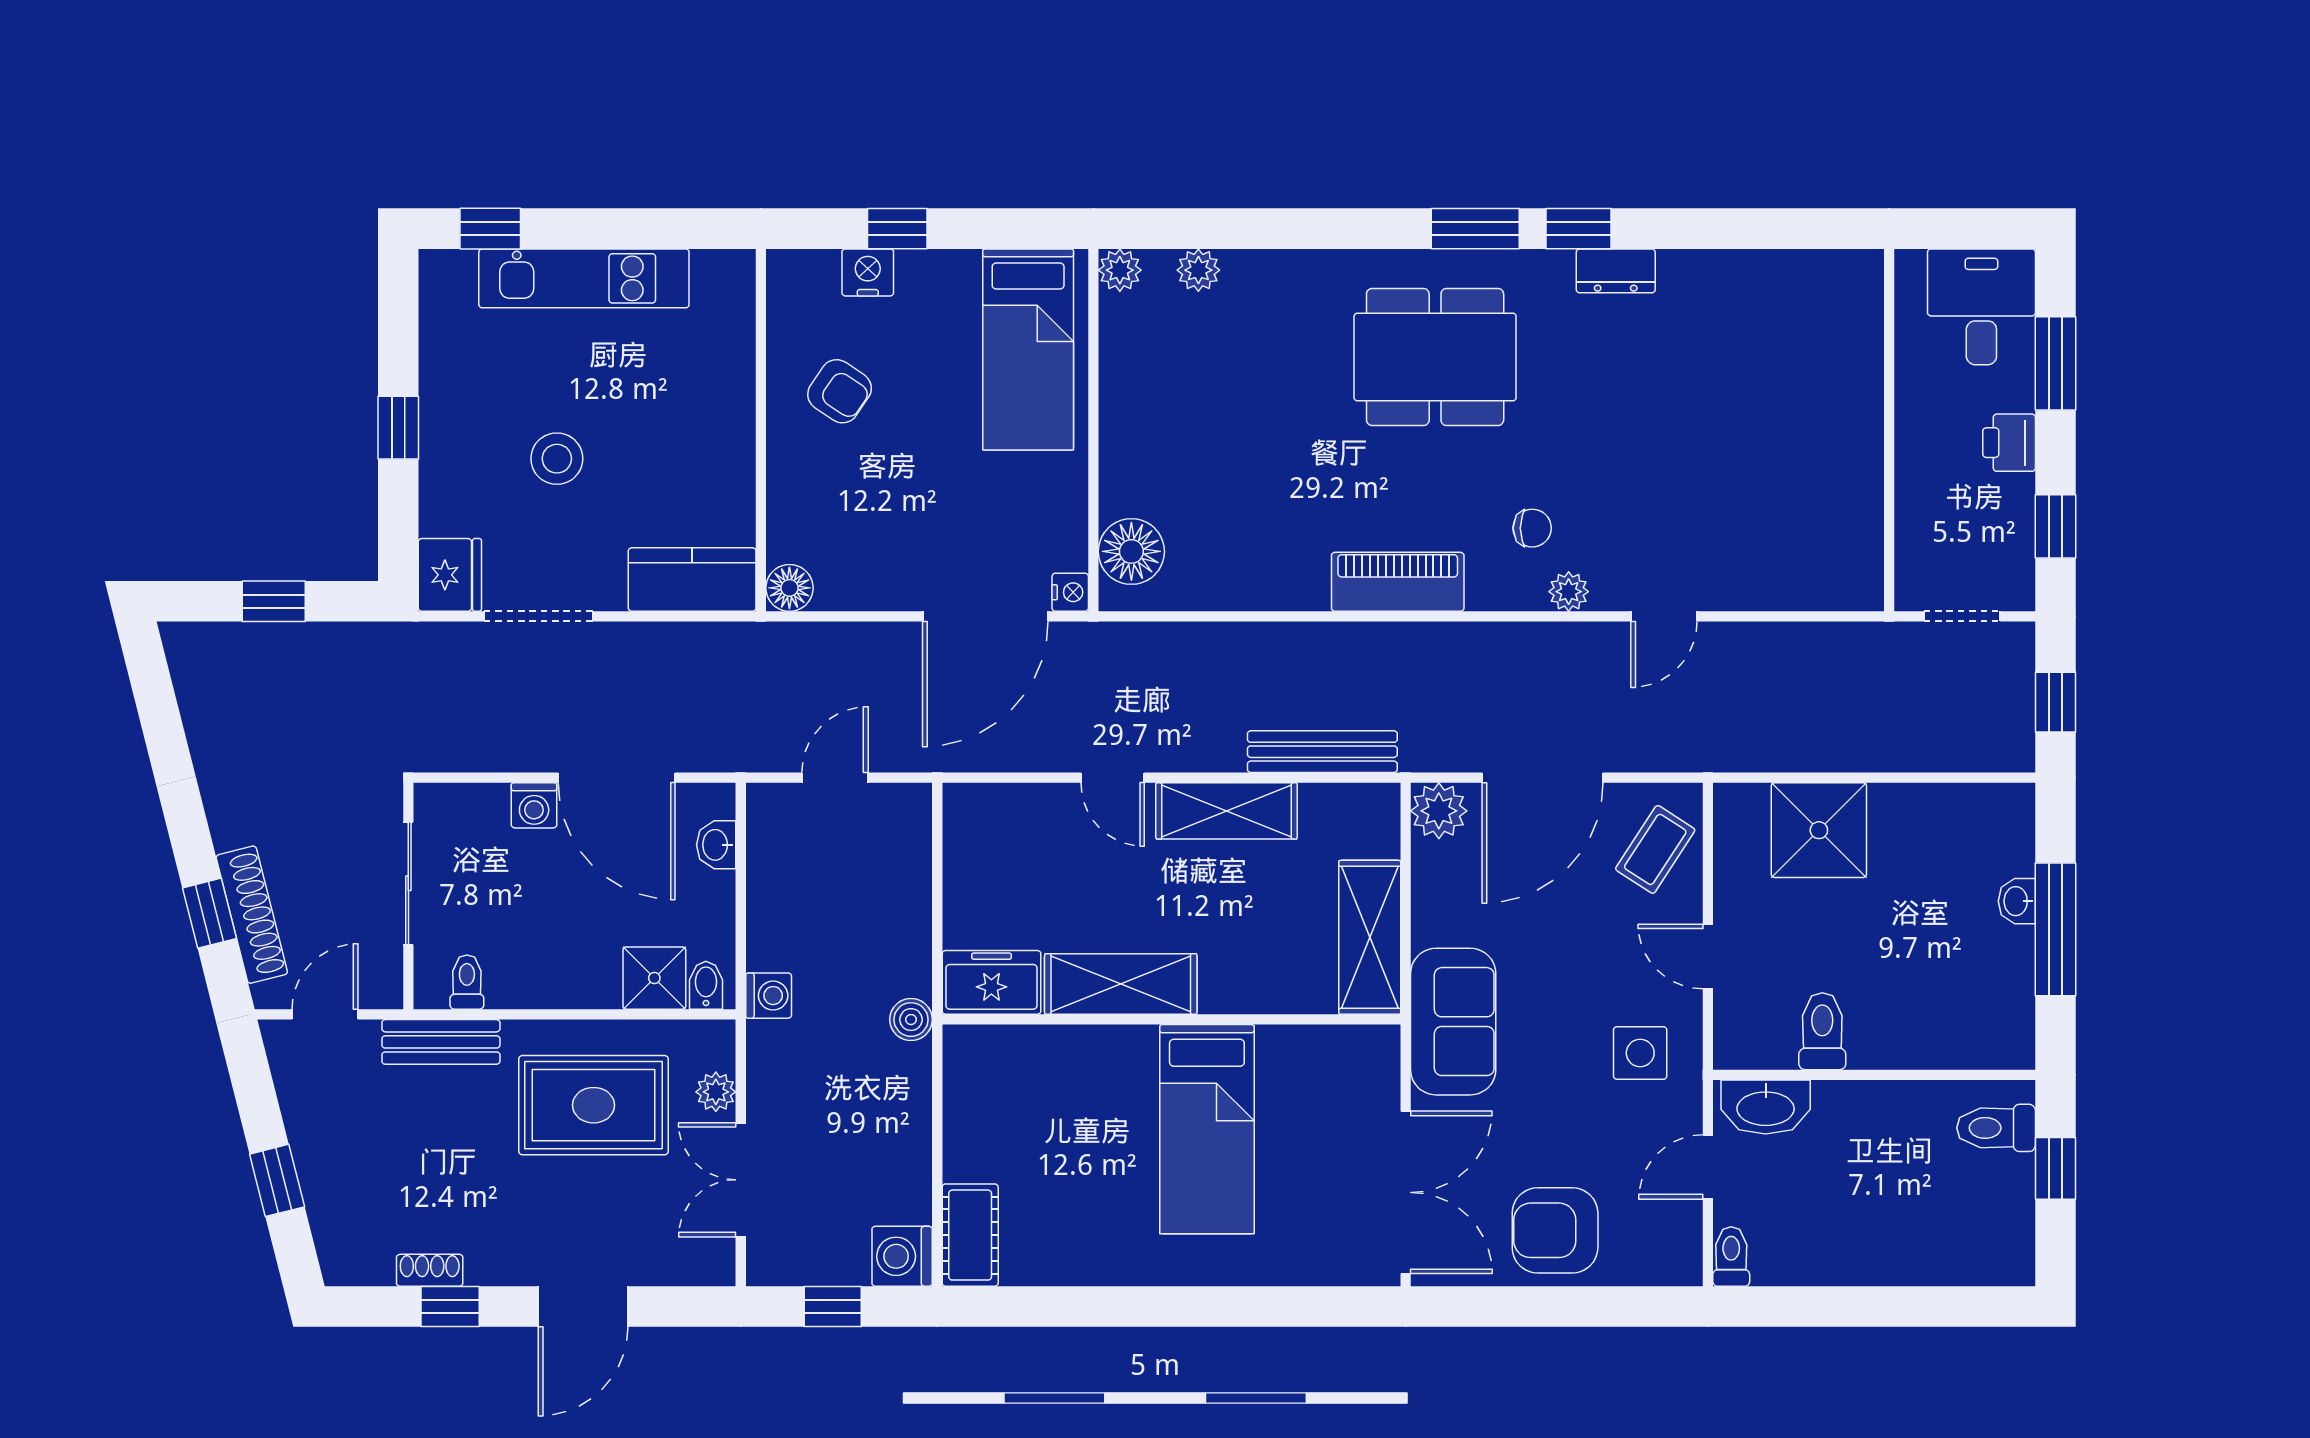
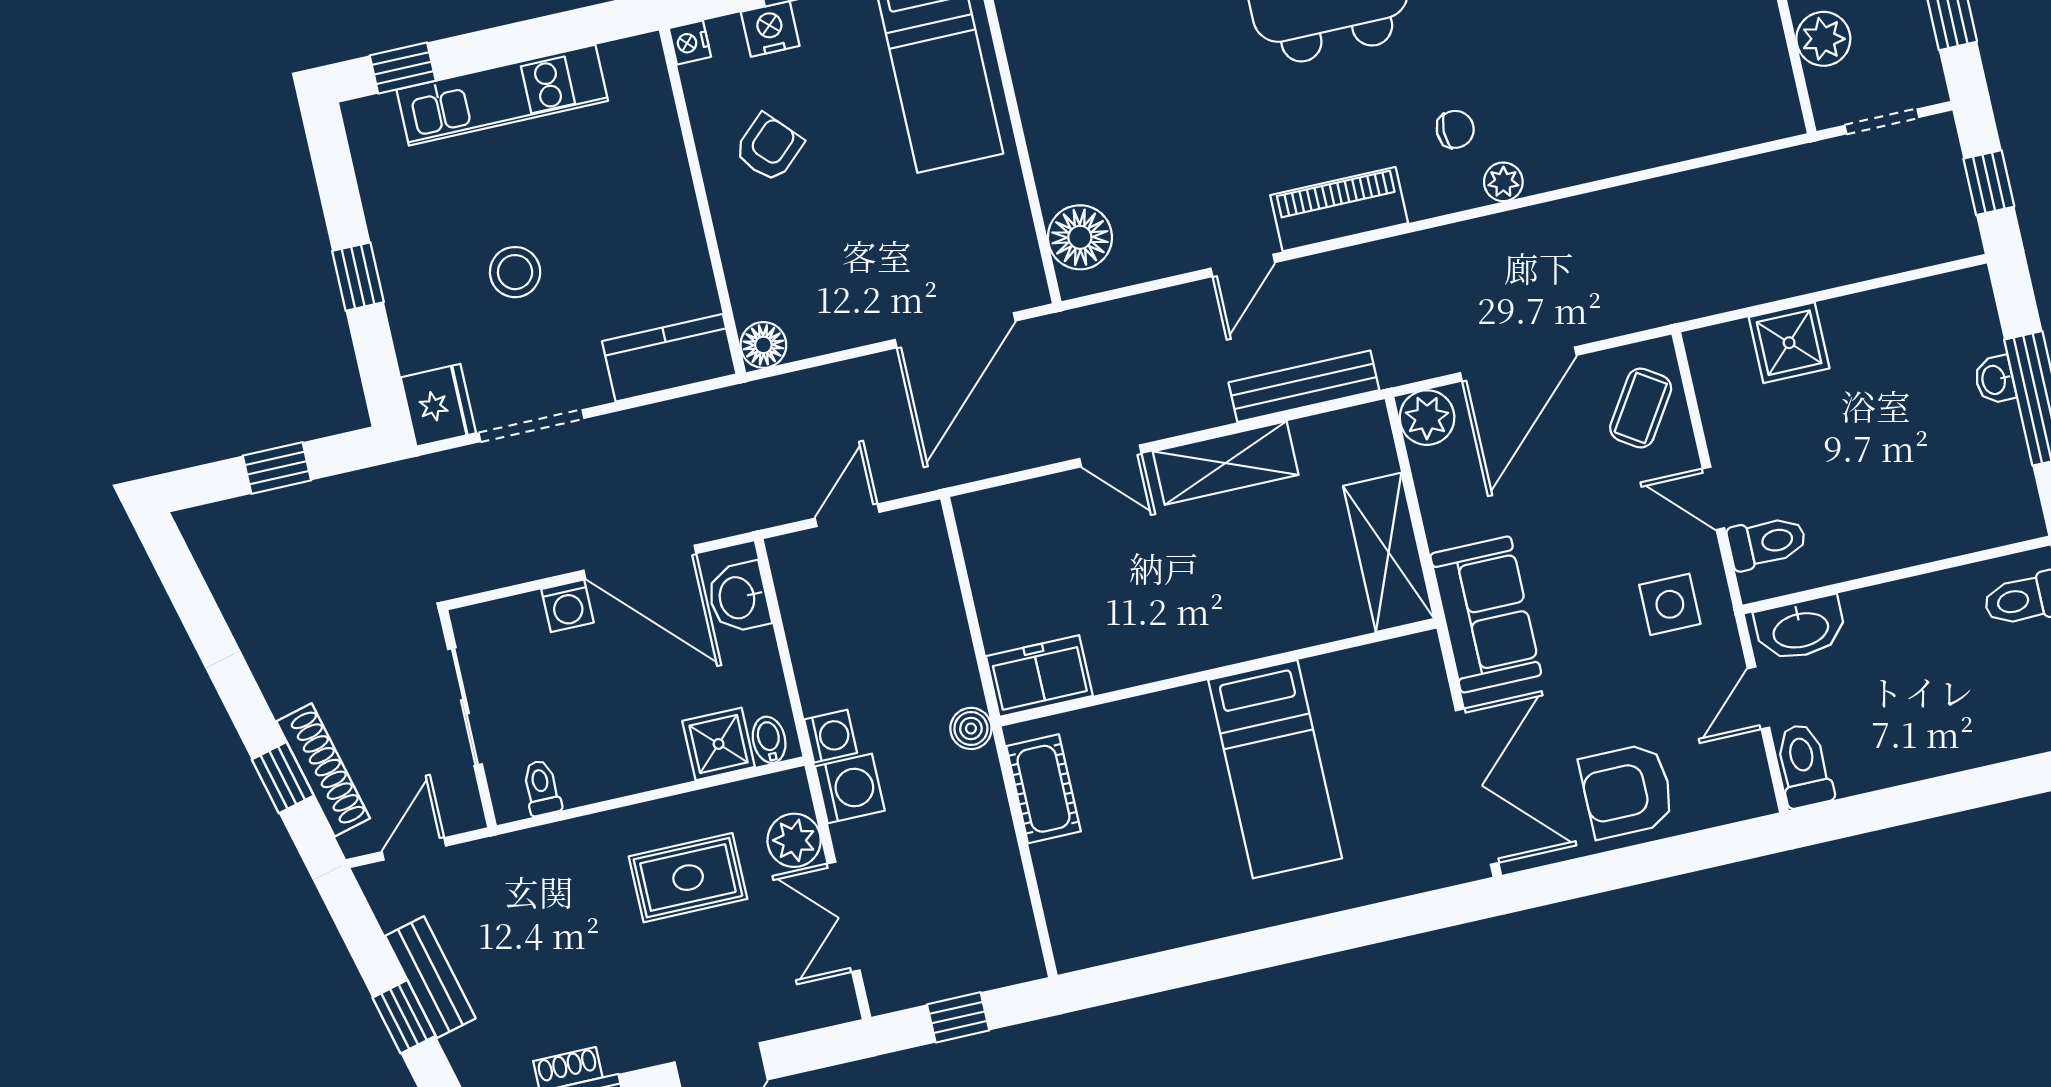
armchair: (840, 391) -> (769, 148), turned -77
plant: (1922, 520) -> (1823, 39), added
nightstand: (1070, 592) -> (690, 43), moved, turned 180
door: (1664, 616) -> (1243, 265), moved
shower: (1819, 830) -> (1789, 343), width x0.73, depth x0.73
washbasin: (716, 845) -> (739, 597), width x1.38, depth x1.45
shelving: (1121, 984) -> (1162, 650), removed
toilet: (1822, 1031) -> (1767, 542), moved, turned 90
bench: (441, 1042) -> (430, 977), moved, turned 76
plant: (716, 1092) -> (794, 840), width x1.38, depth x1.38
rug: (594, 1105) -> (688, 878), width x0.73, depth x0.70
cot: (970, 1235) -> (1043, 789), moved
washing machine: (902, 1256) -> (850, 789), moved, turned 180
toilet: (1731, 1257) -> (1804, 766), width x1.37, depth x1.39

